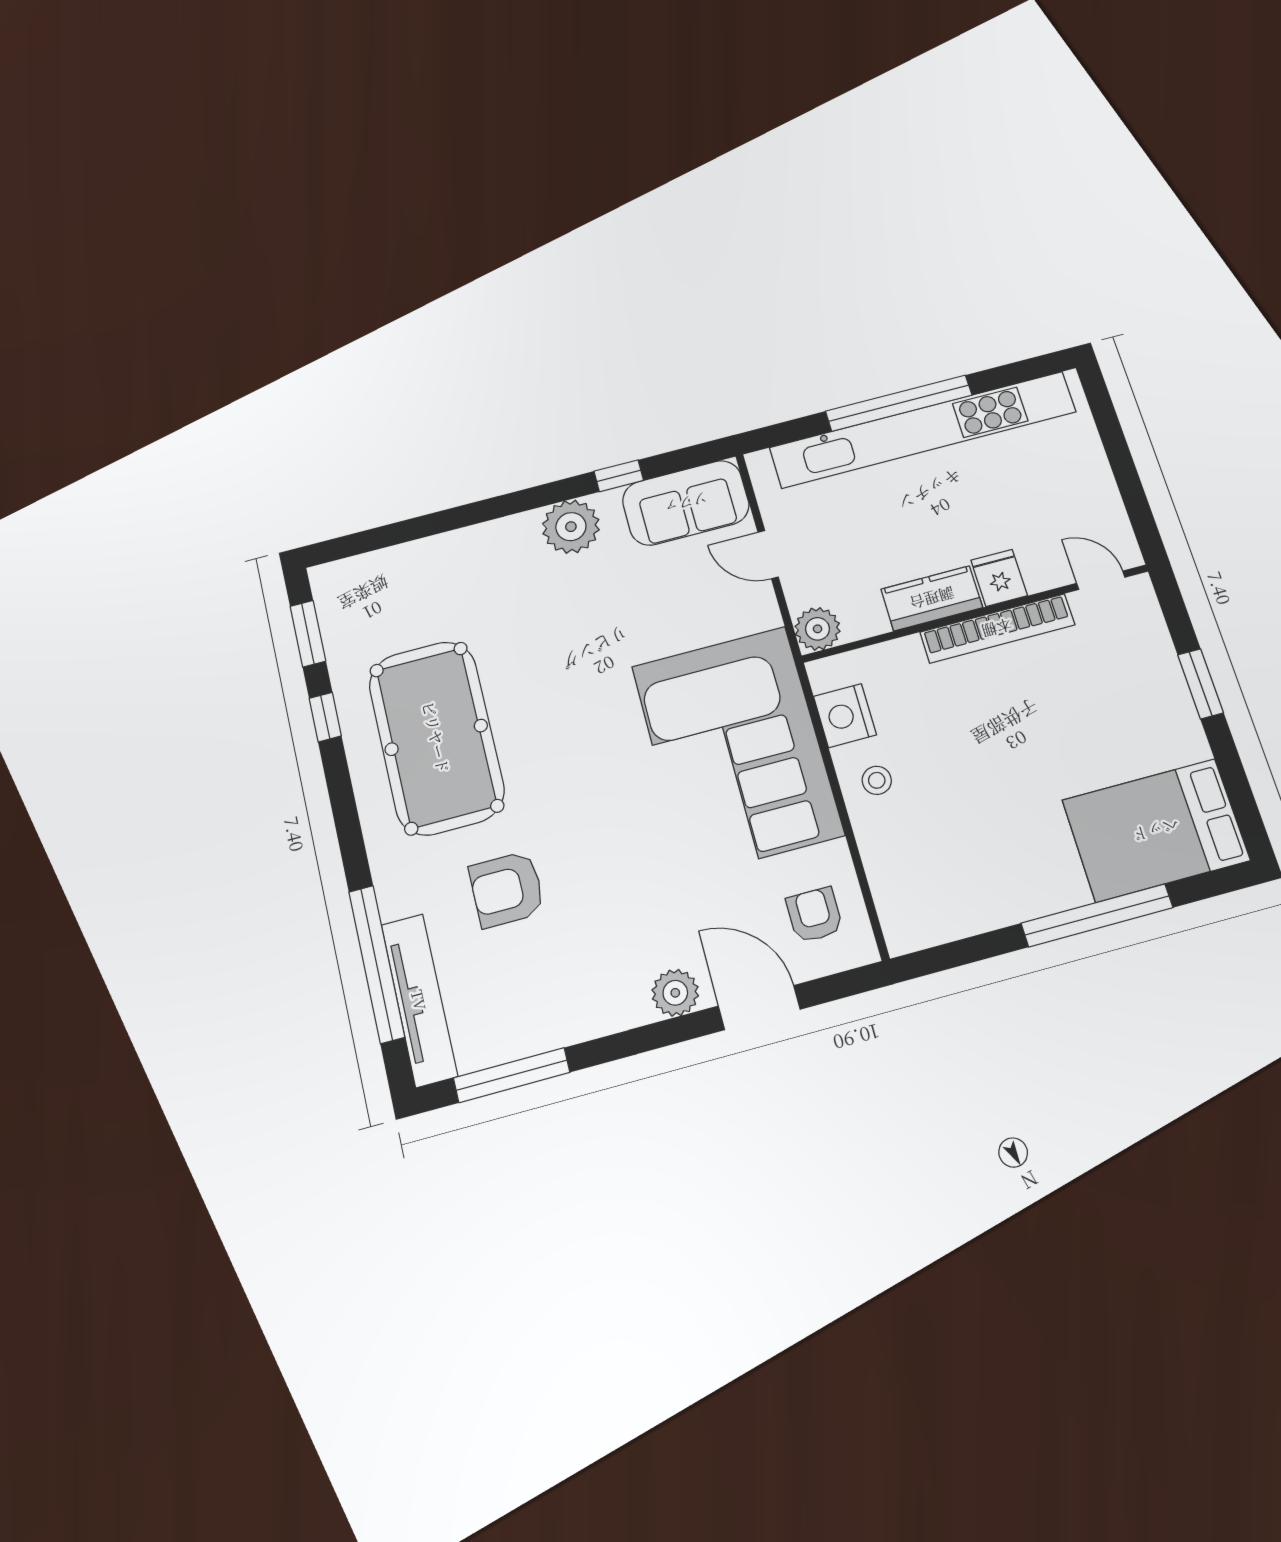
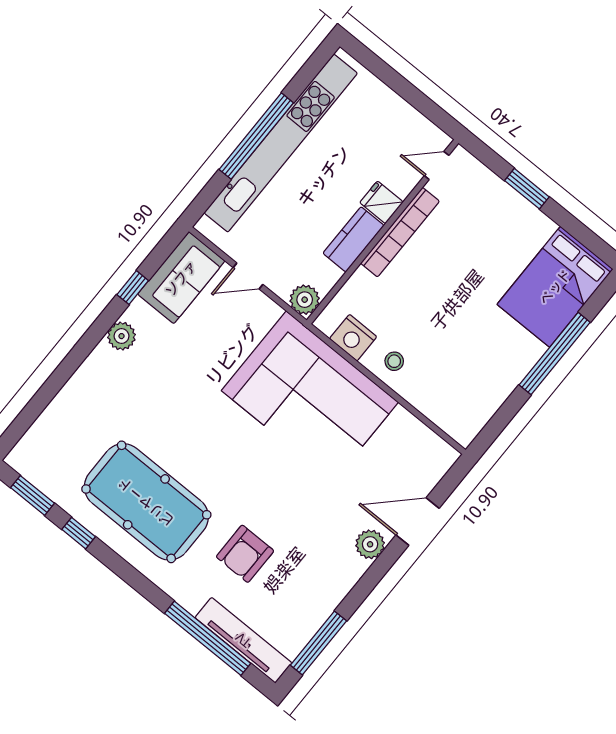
plant: (571, 527) -> (122, 336), width x0.73, depth x0.73
armchair: (814, 915) -> (412, 455), removed

